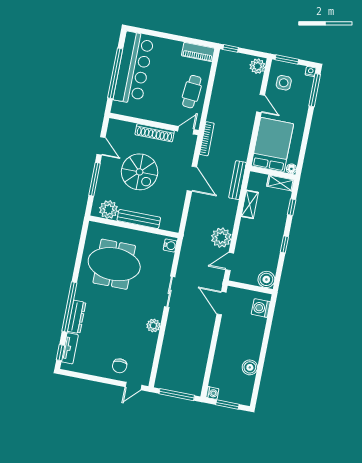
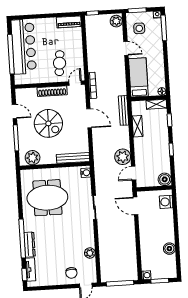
cafe table: (192, 92) -> (60, 63), moved
bed: (272, 145) -> (138, 77), width x0.67
bench: (139, 219) -> (73, 158), moved
plant: (153, 325) -> (90, 253), moved

